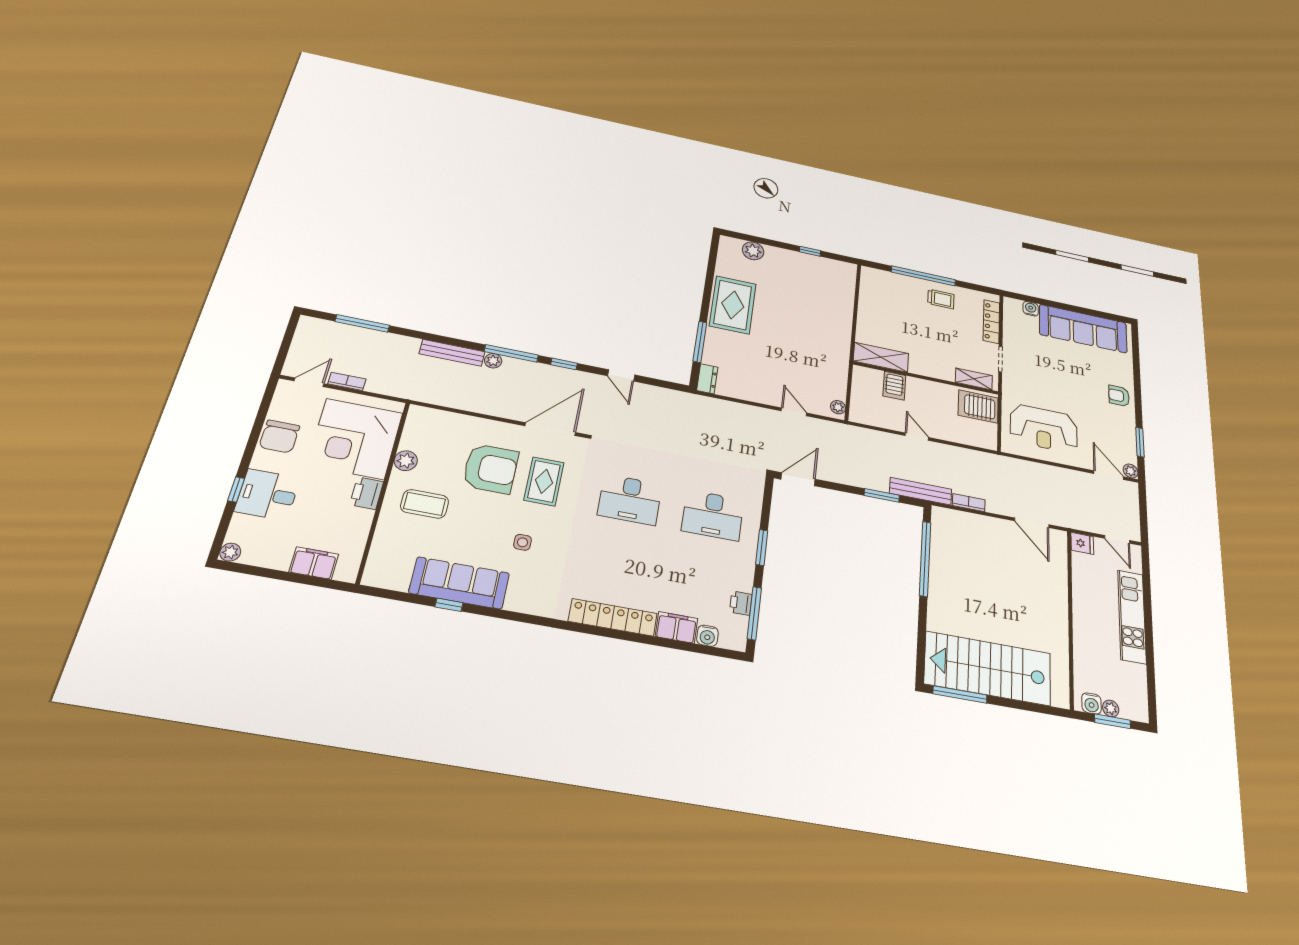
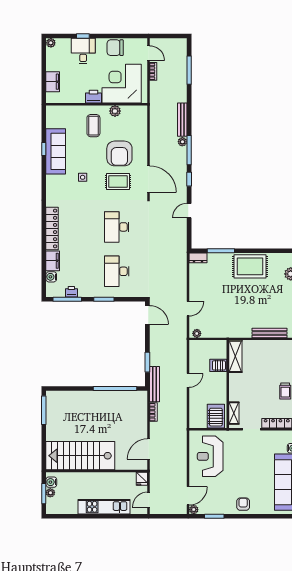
bench: (846, 301) -> (269, 333), added
stairs: (988, 668) -> (80, 456), moved, turned -90

